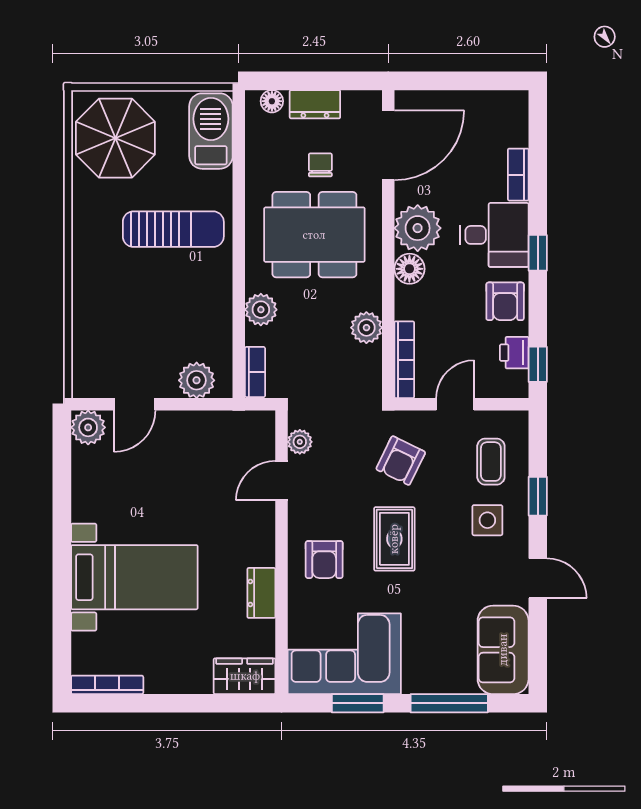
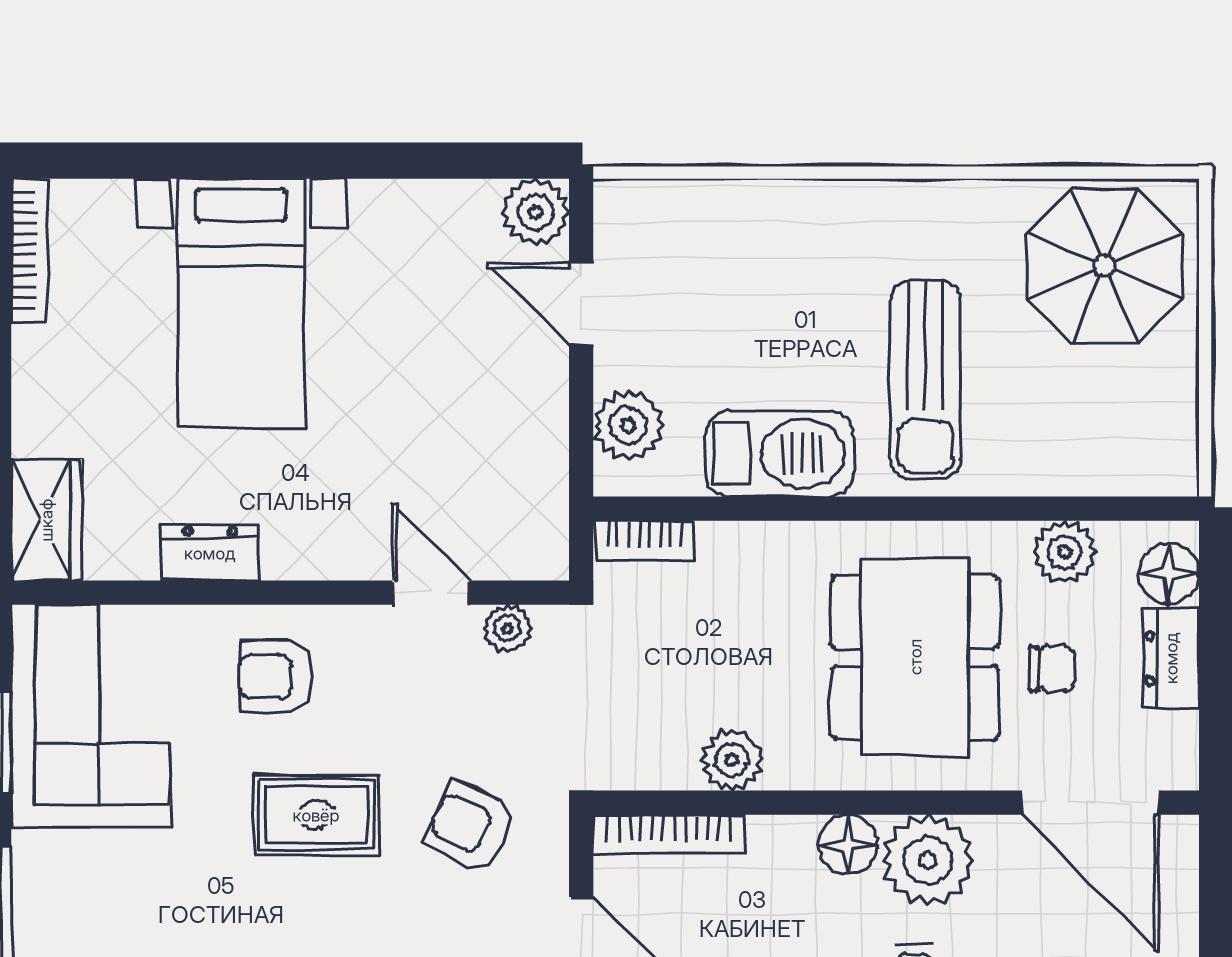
floor lamp: (272, 101) -> (1169, 574), width x1.37, depth x1.37
barbecue: (211, 131) -> (779, 454), moved
plant: (261, 310) -> (1065, 552), moved

